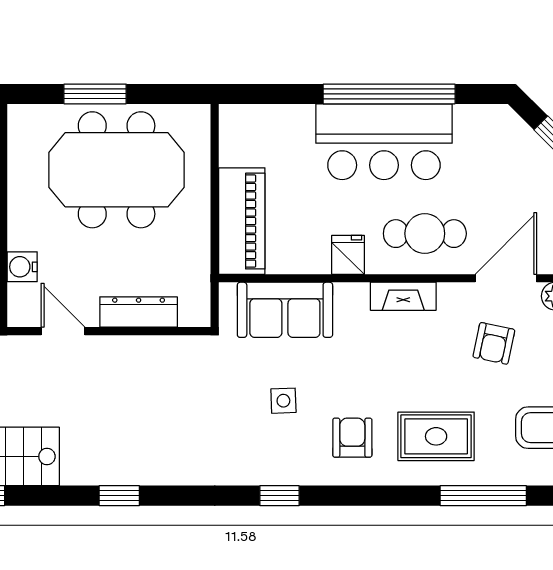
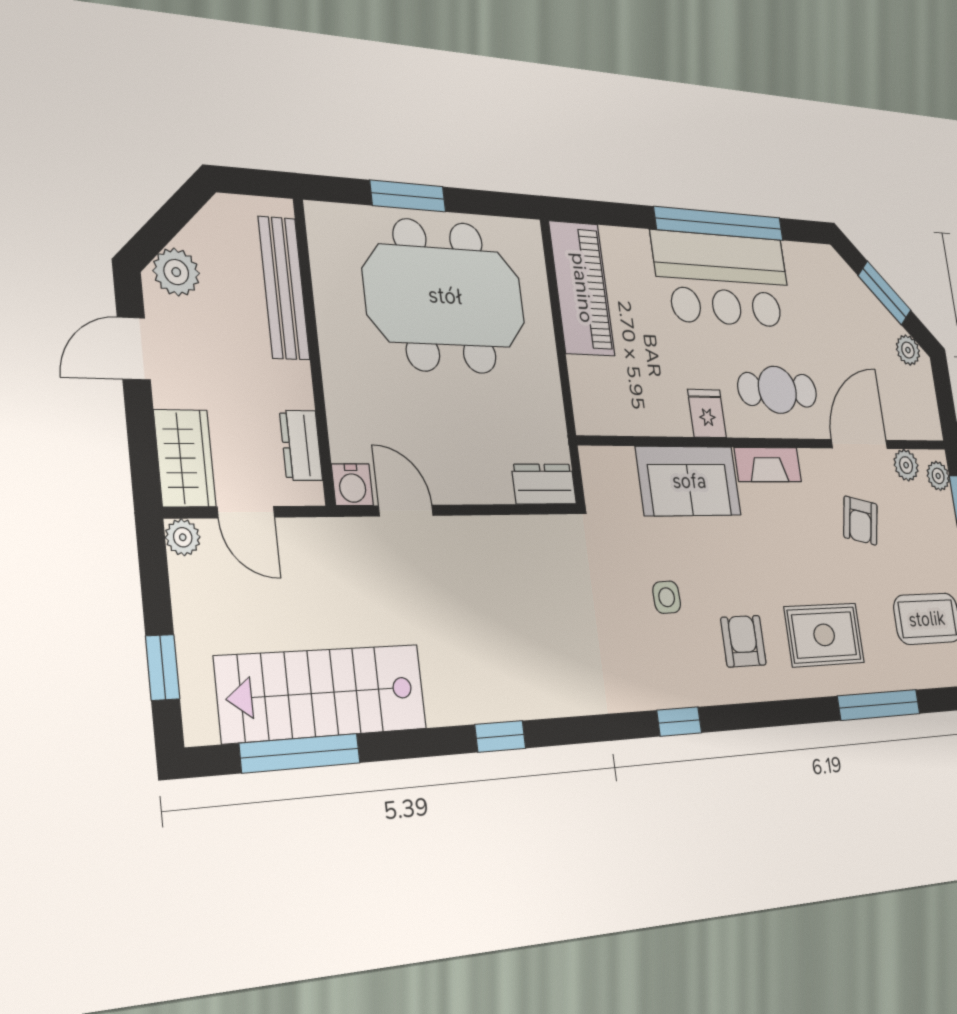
piano: (242, 221) -> (582, 288), moved
water cooler: (22, 267) -> (352, 485), moved, turned -90
sofa: (285, 310) -> (689, 481), moved
dresser: (139, 312) -> (544, 484), moved, width x0.70

